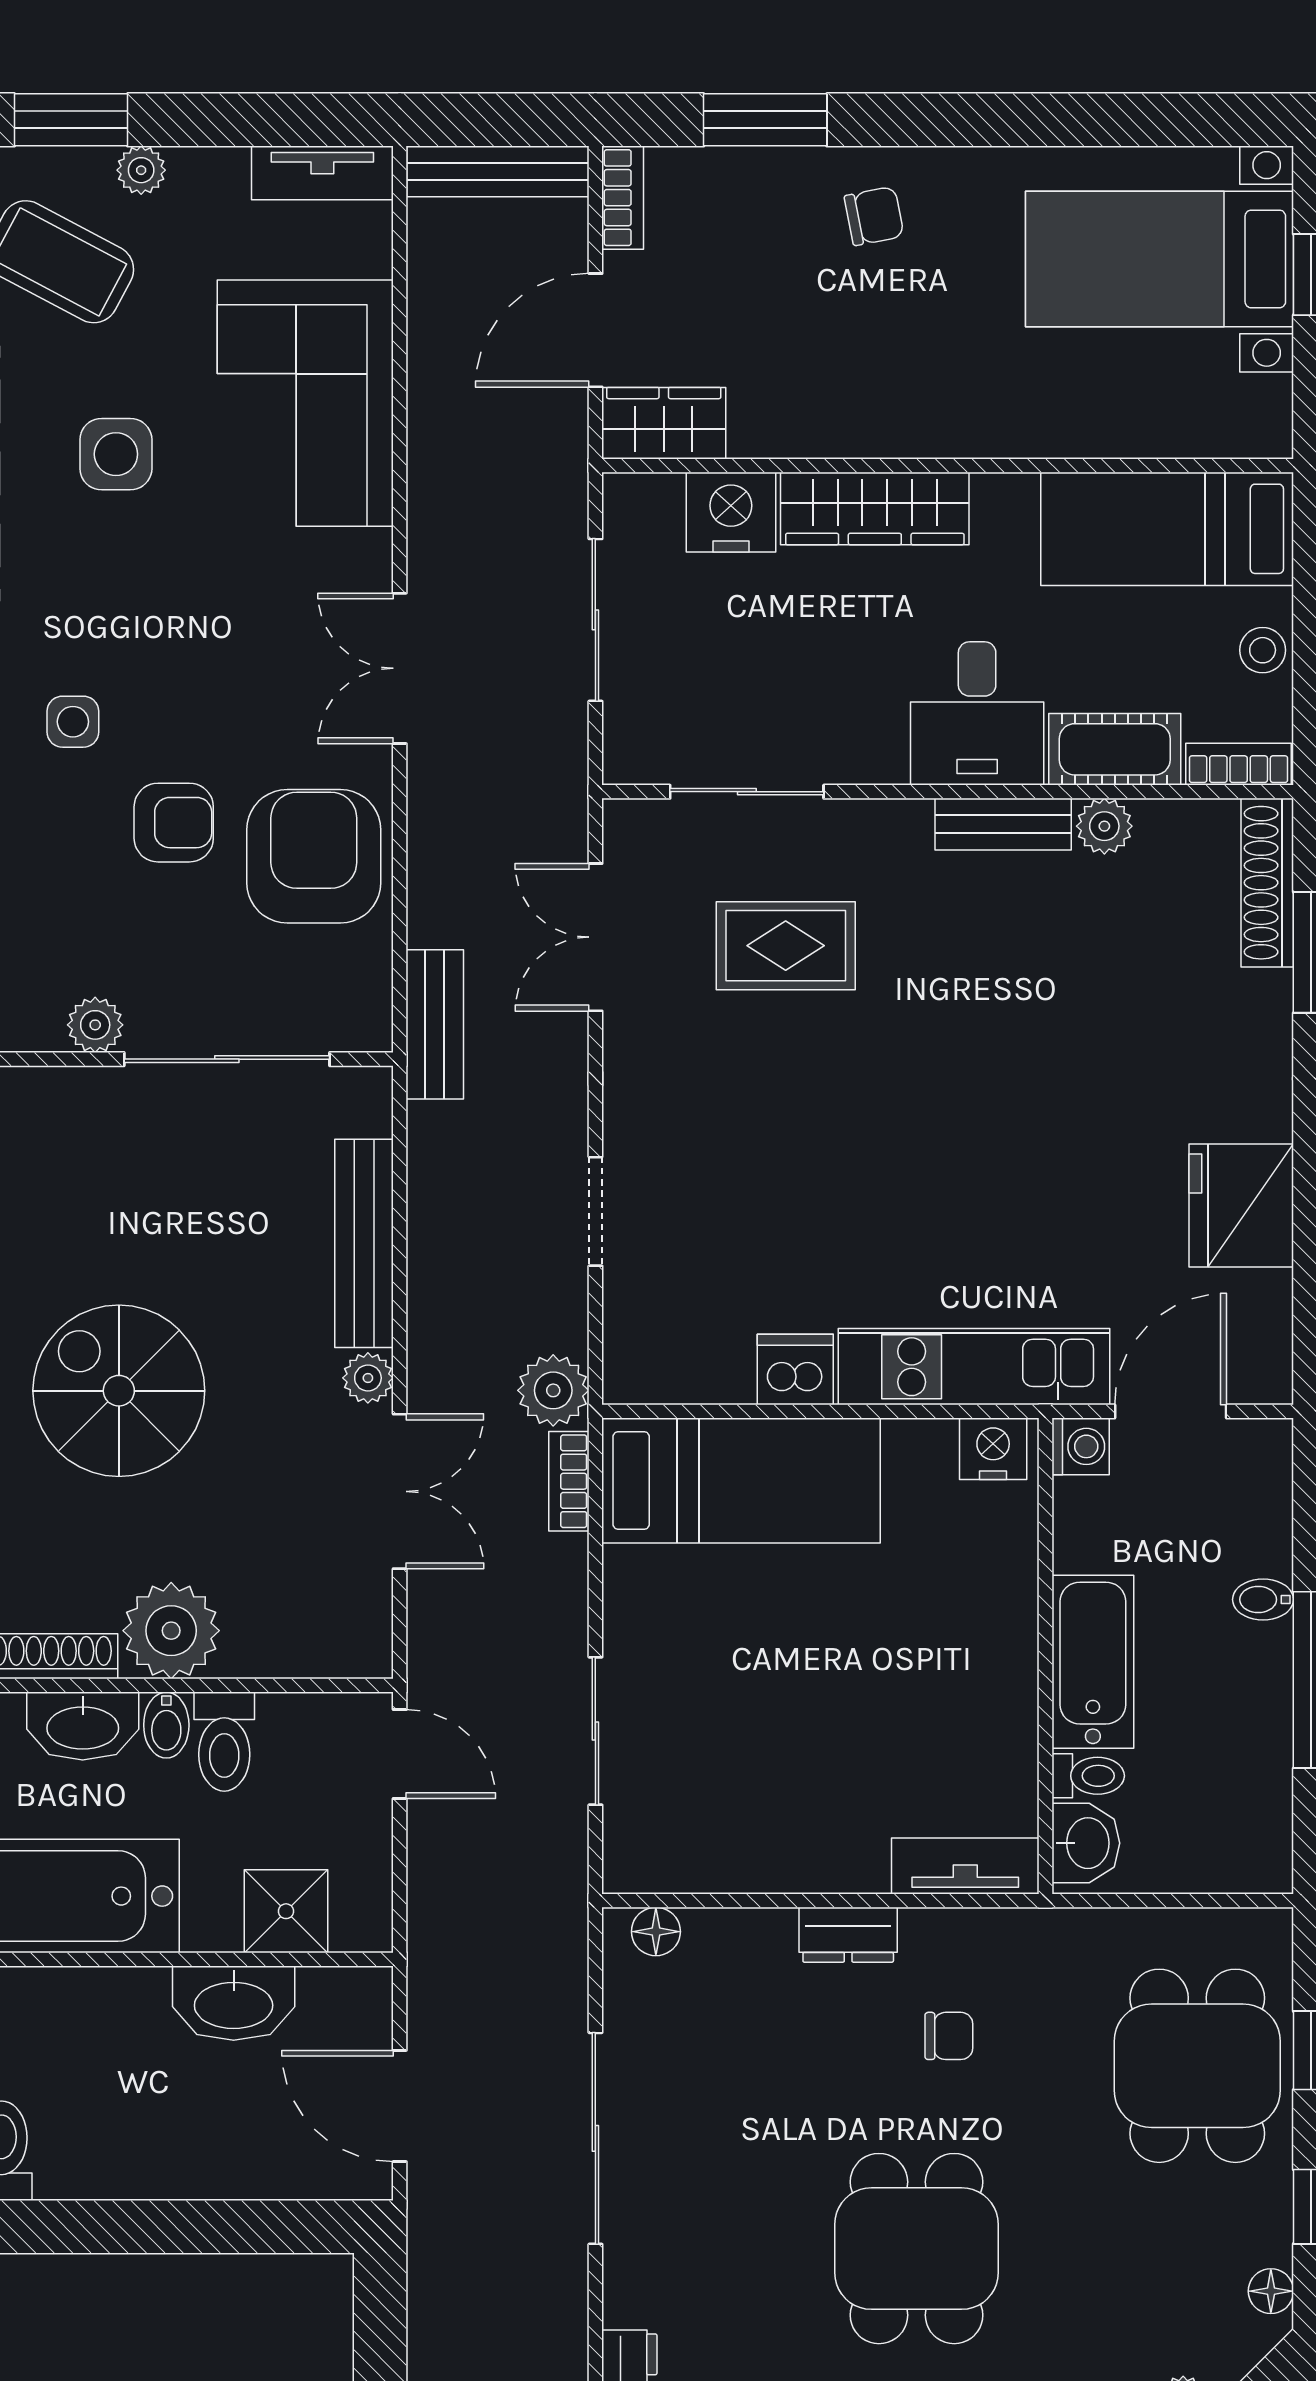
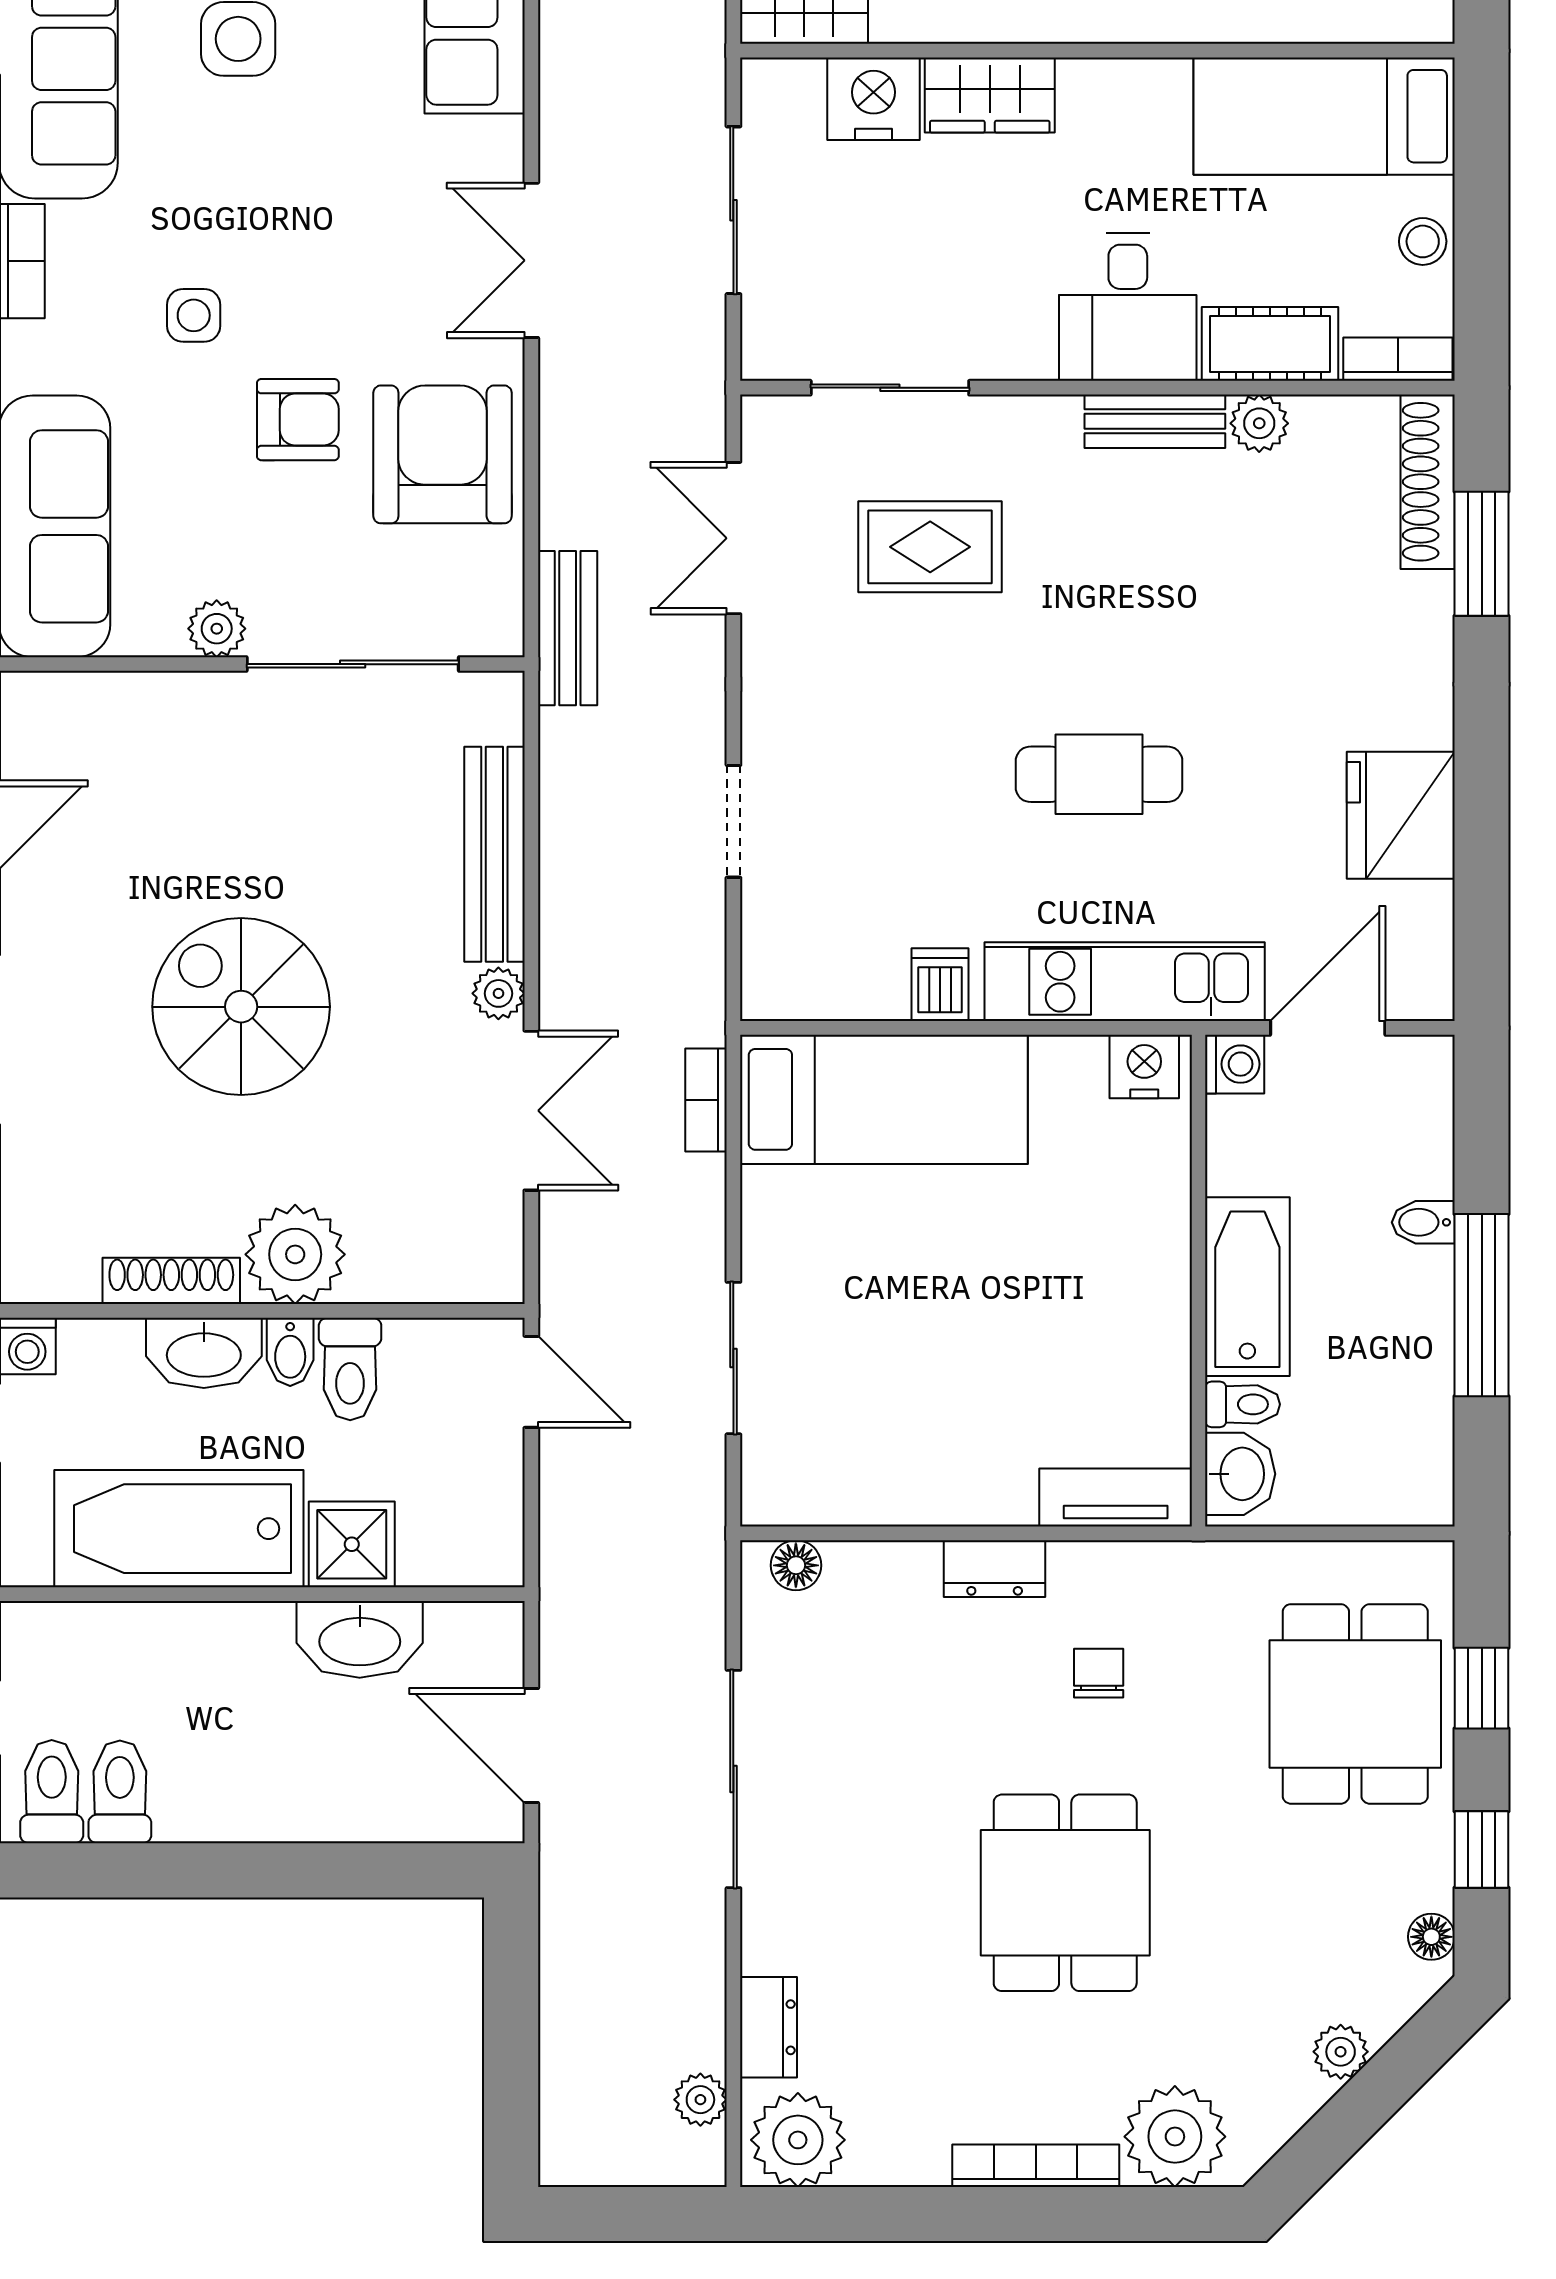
wardrobe: (875, 508) -> (990, 95), width x0.67
cafe table: (949, 1166) -> (1099, 774), added
dishwasher: (795, 1369) -> (940, 985), width x0.73
plant: (553, 1390) -> (690, 1006), removed
shower: (286, 1911) -> (352, 1544), moved
chair: (949, 2036) -> (1099, 1673), turned -90

